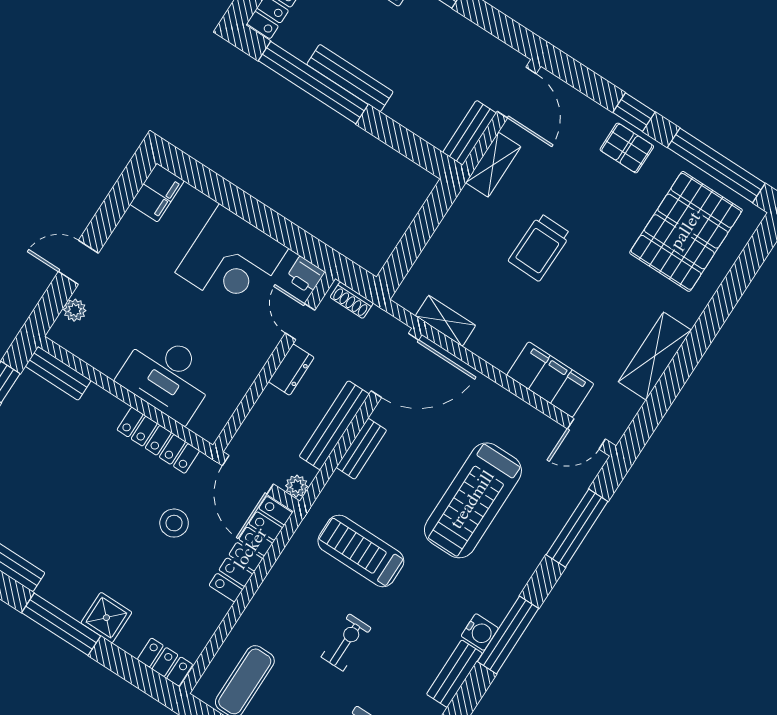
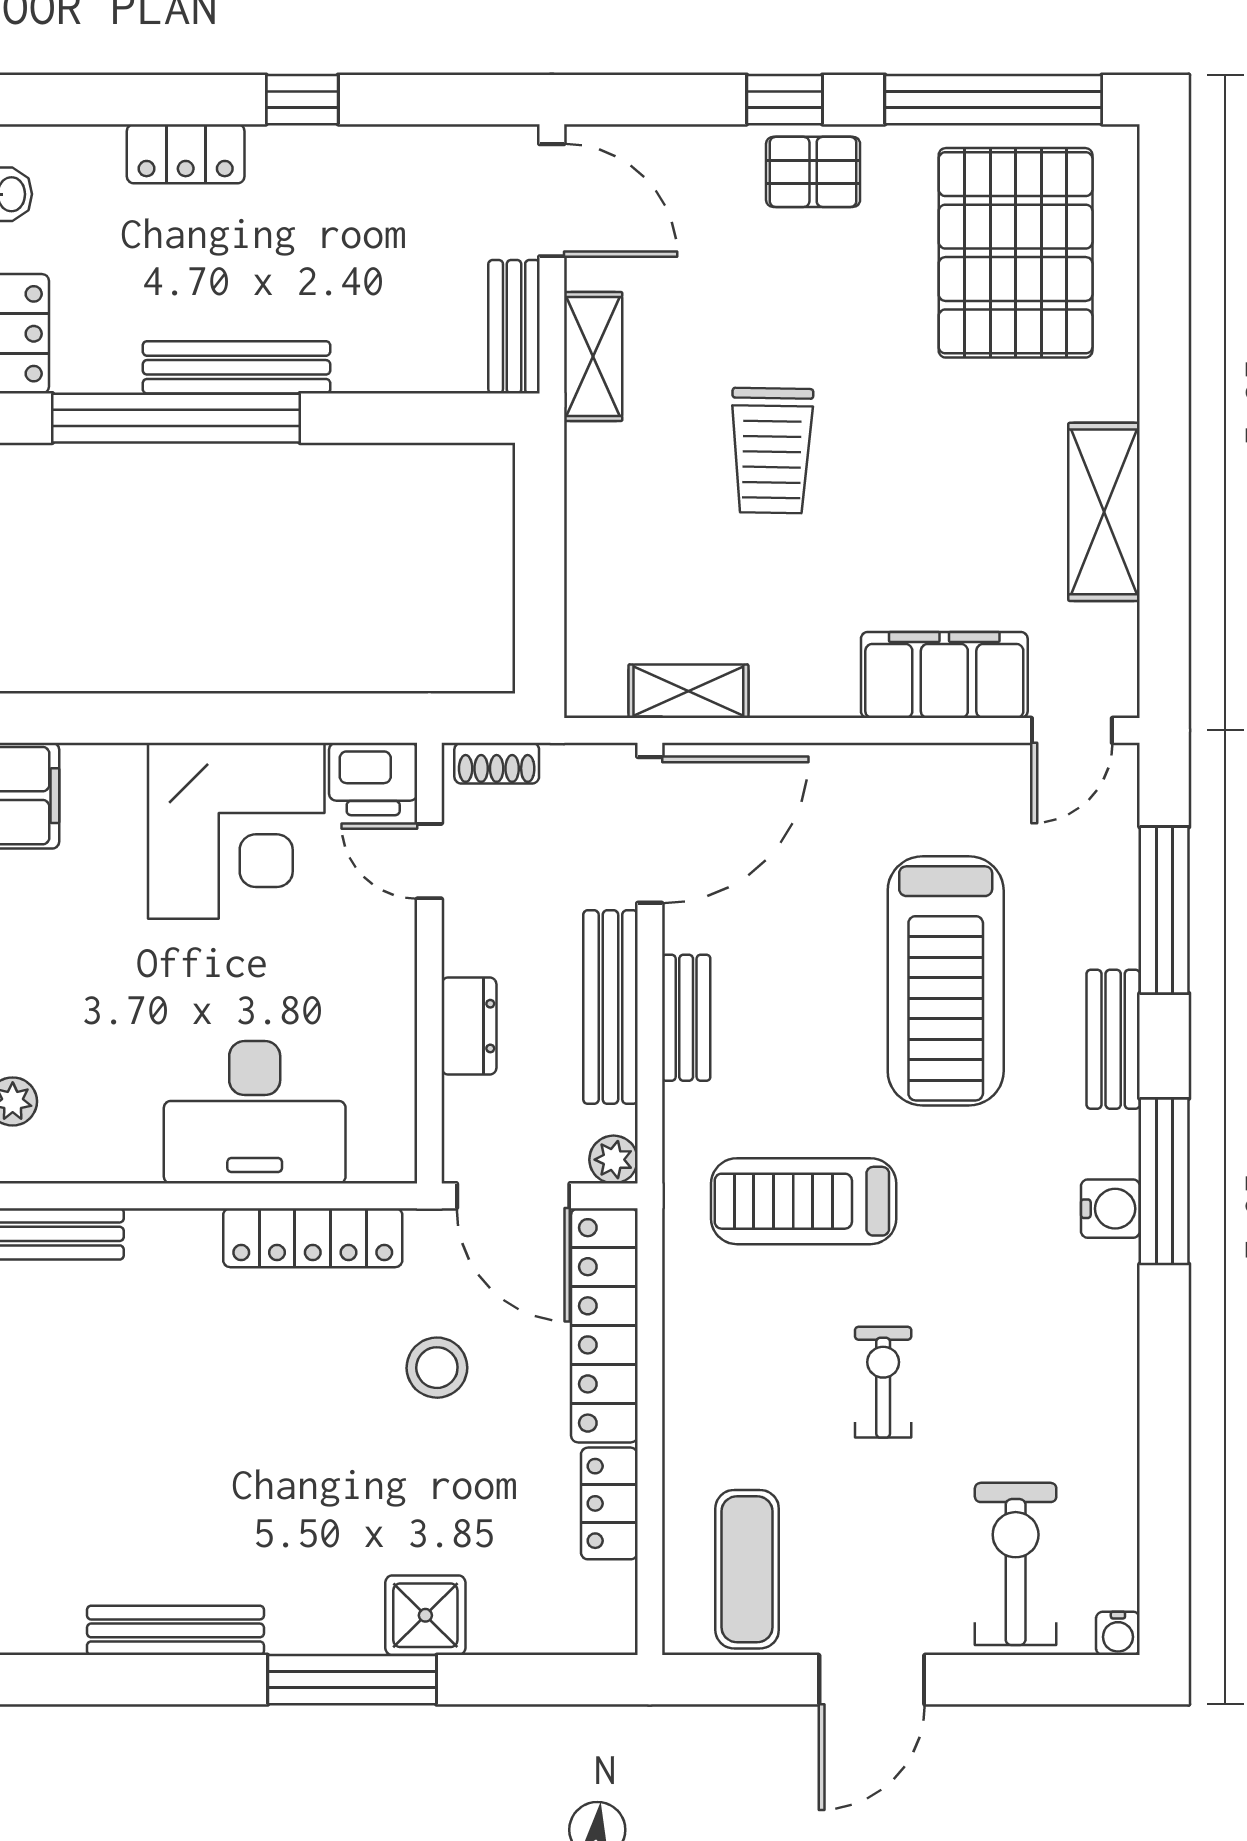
printer: (305, 275) -> (373, 779), width x1.36, depth x1.24
dresser: (291, 370) -> (469, 1026), moved
locker: (165, 662) -> (609, 1503), moved, turned -90
bench: (454, 674) -> (1113, 1039), moved

